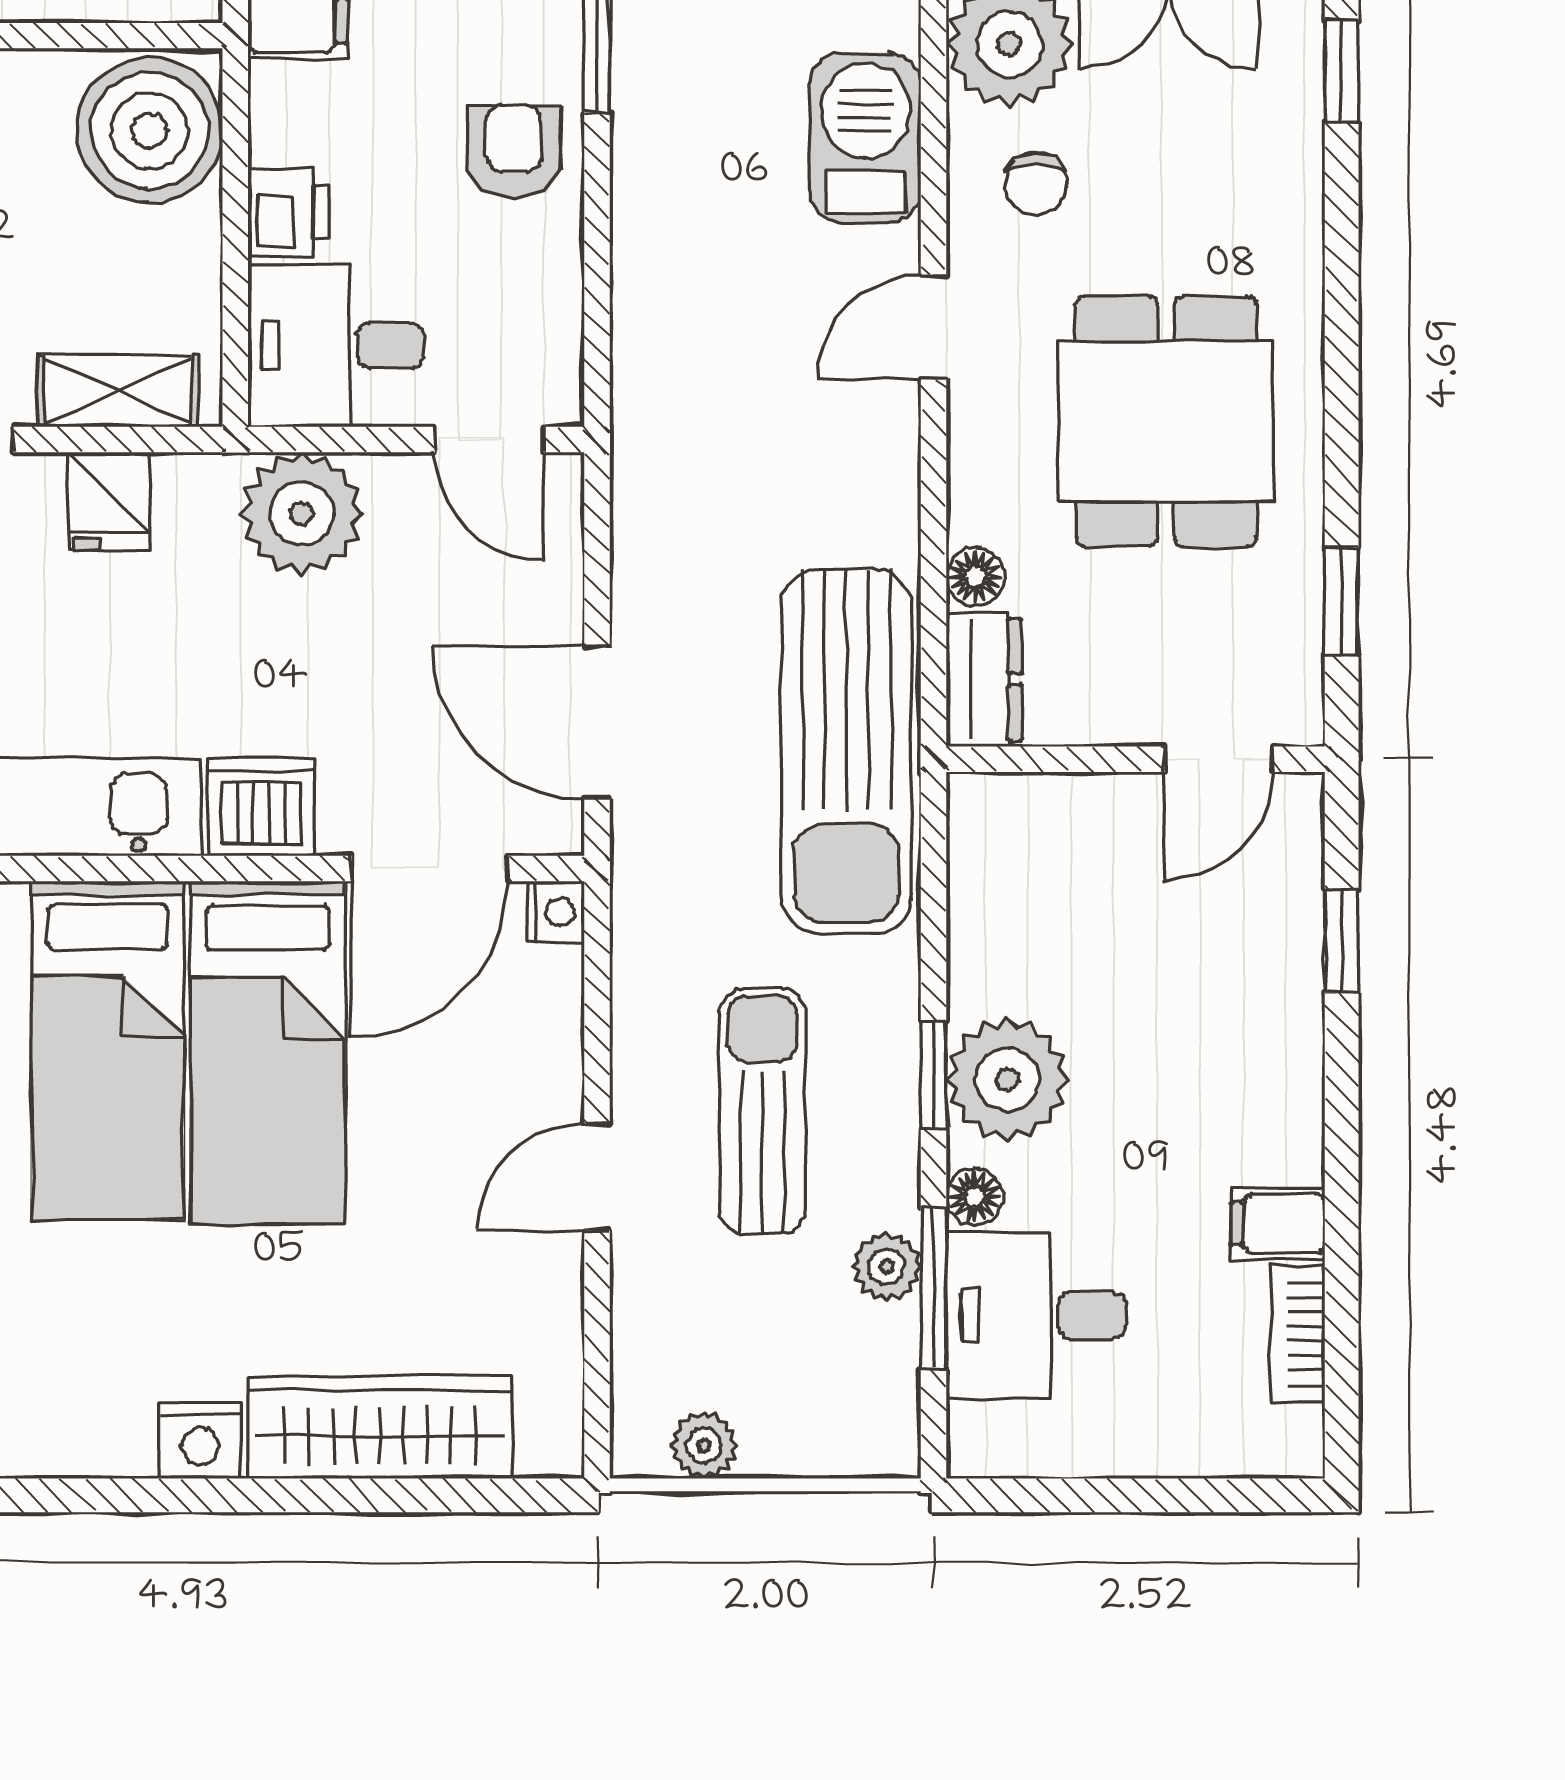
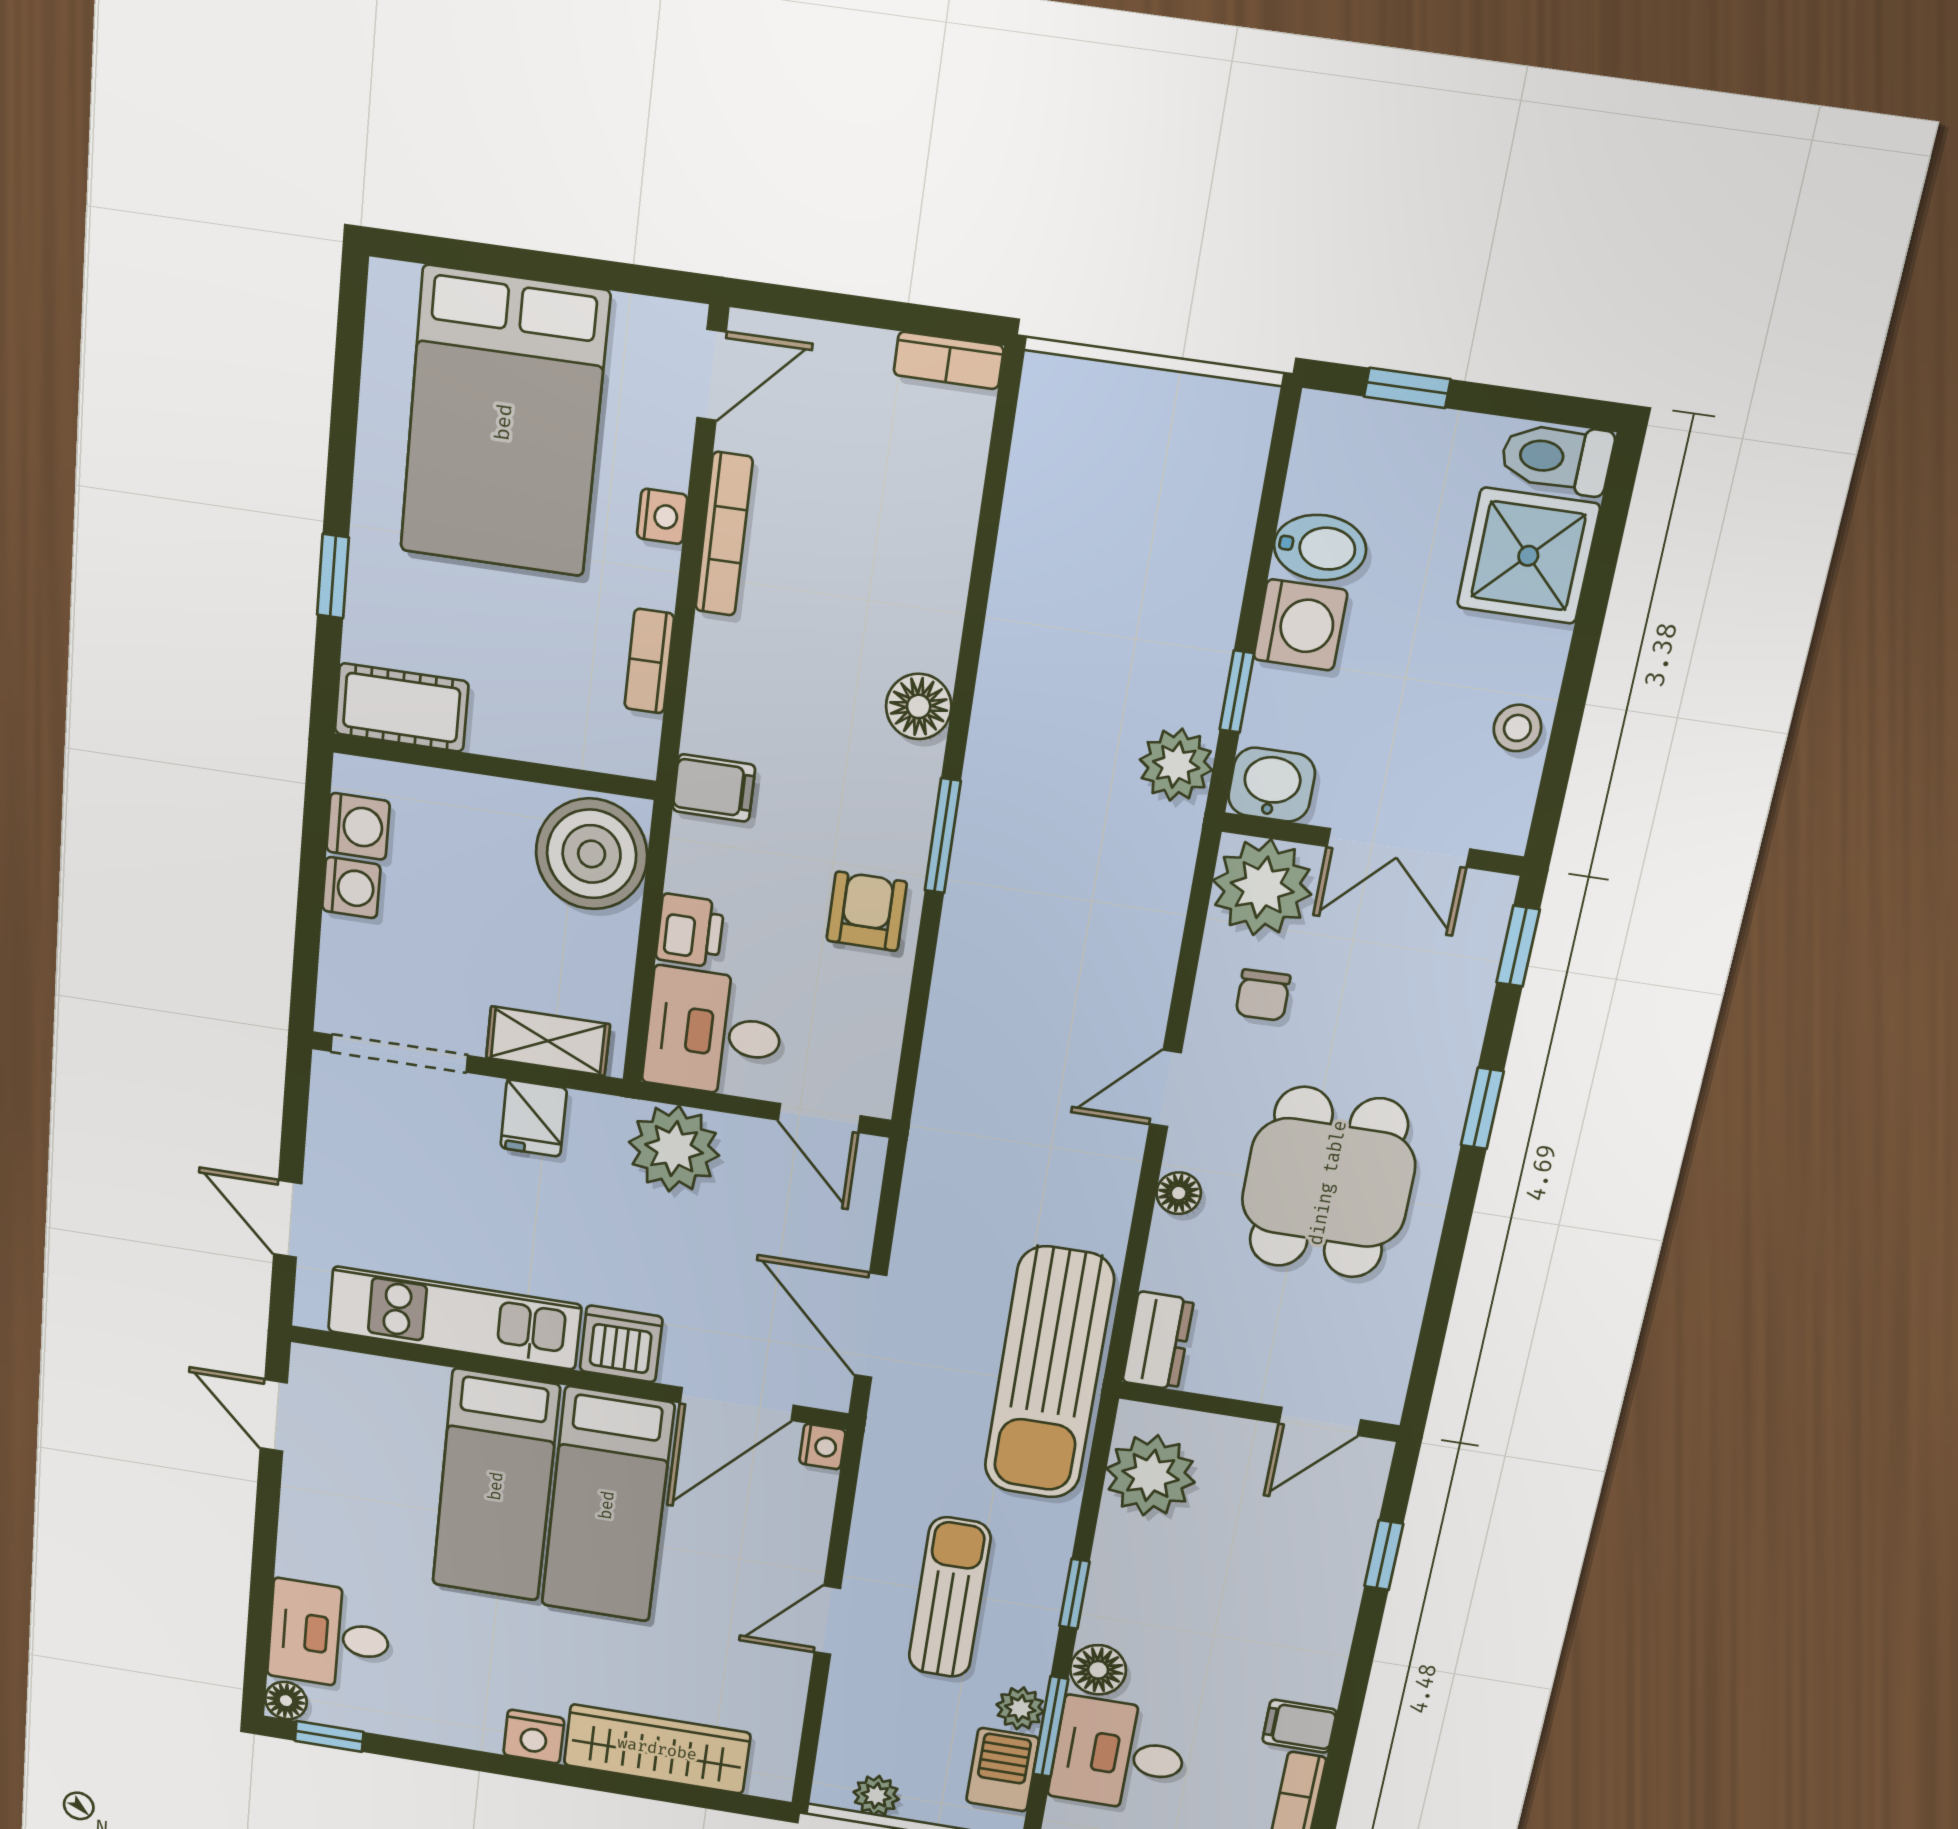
barbecue: (865, 138) -> (1003, 1770), moved, width x0.73, depth x0.79
floor lamp: (975, 577) -> (1179, 1193), moved
window: (1342, 601) -> (1482, 1108), moved
plant: (1007, 1079) -> (1151, 1475), moved
floor lamp: (975, 1197) -> (1098, 1670), width x1.37, depth x1.37

